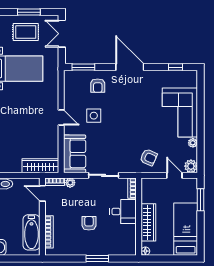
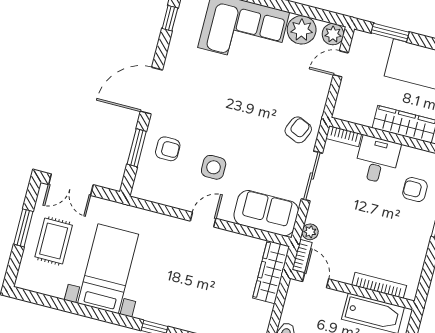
window: (83, 67) -> (137, 148), moved
plant: (193, 143) -> (302, 30), width x1.88, depth x1.88
armchair: (149, 157) -> (298, 130), moved
door: (42, 193) -> (316, 280), swing flipped
armchair: (89, 223) -> (415, 190), moved

